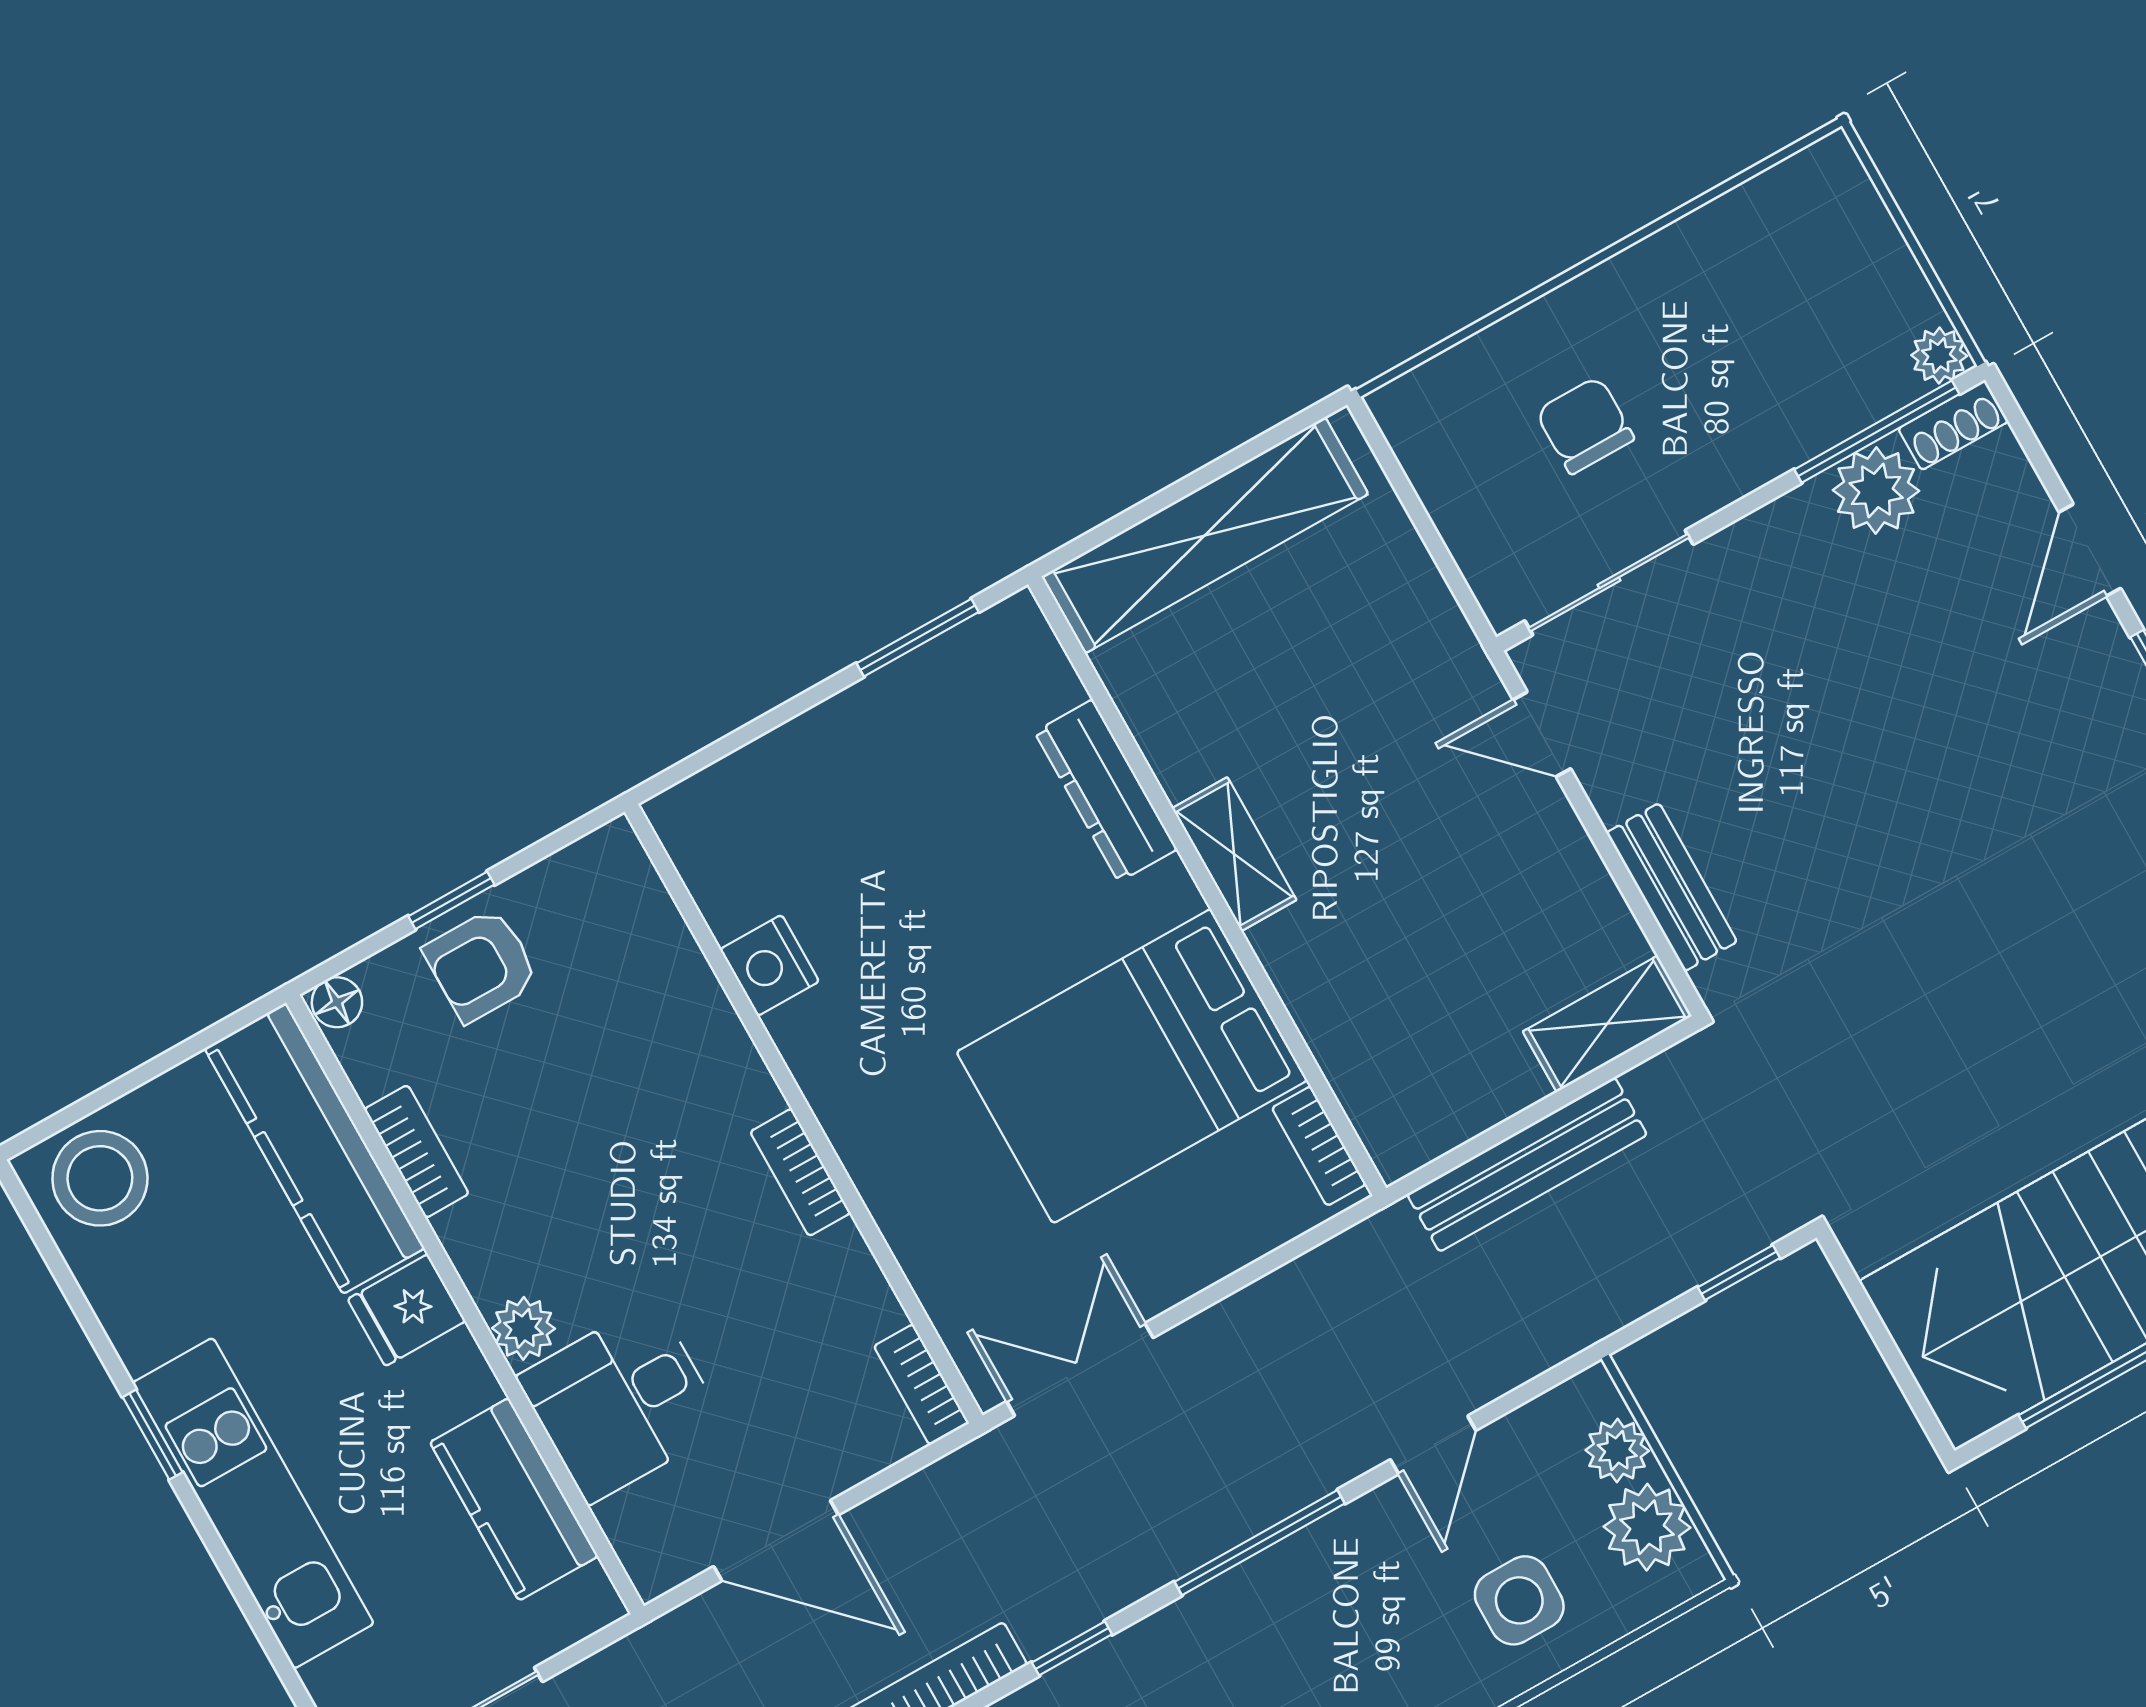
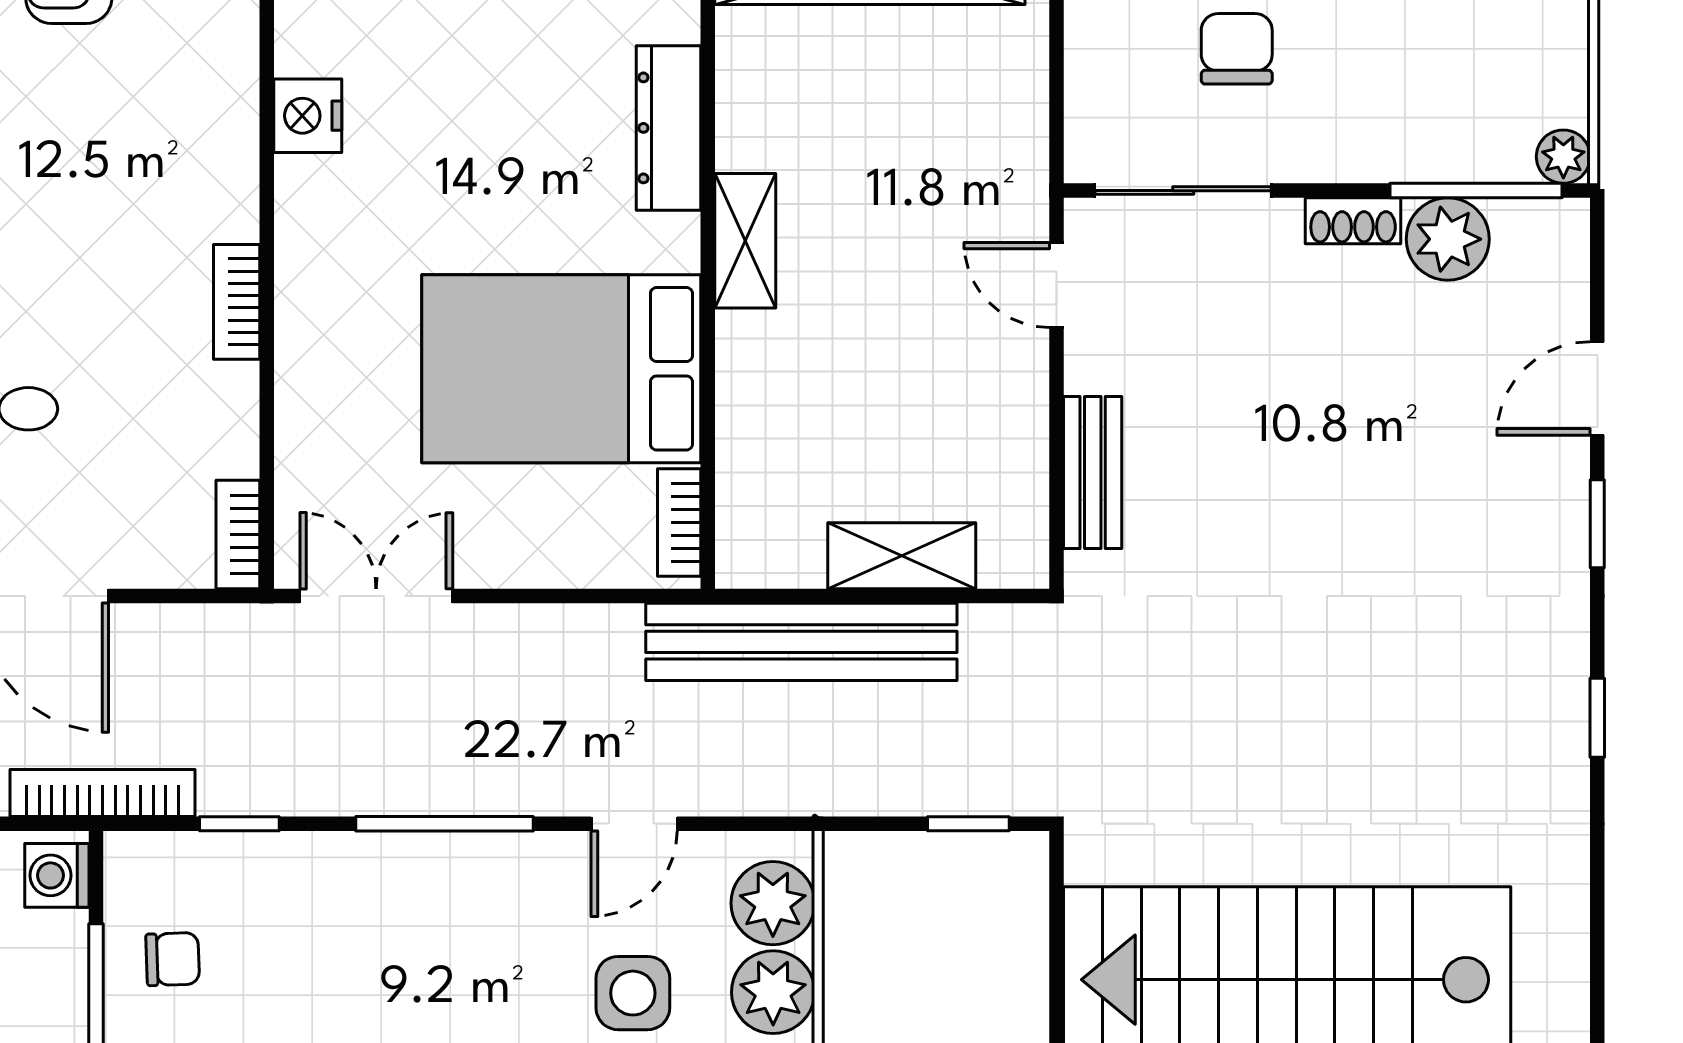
shoe rack: (1953, 425) -> (1353, 221), moved
shelving: (1607, 1024) -> (902, 556), moved
bench: (1527, 1165) -> (801, 642), width x1.37, depth x1.21
plant: (1617, 1451) -> (773, 903), width x1.38, depth x1.38

